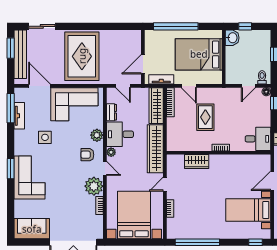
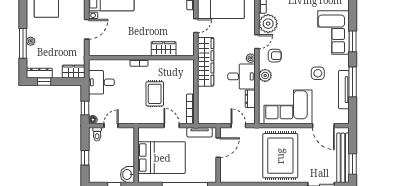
wardrobe: (156, 106) -> (205, 106), removed
window: (11, 108) -> (353, 82), moved
tv unit: (19, 116) -> (344, 90), width x1.41
desk: (258, 139) -> (101, 82), moved
door: (105, 168) -> (257, 42), swing flipped

